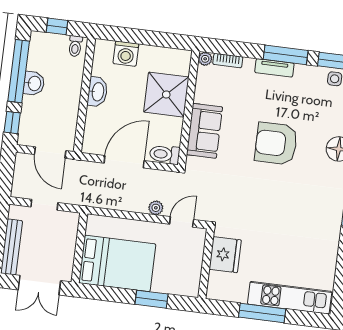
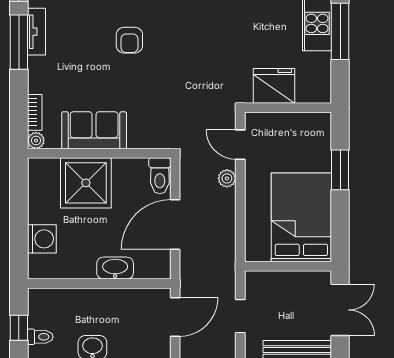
toilet: (75, 46) -> (40, 337), moved
tv unit: (274, 68) -> (36, 32), moved
washbasin: (97, 92) -> (115, 268), moved
sofa: (204, 131) -> (94, 130), moved
armchair: (276, 144) -> (129, 40), width x0.53, depth x0.53
door: (124, 162) -> (175, 224), hinge flipped

